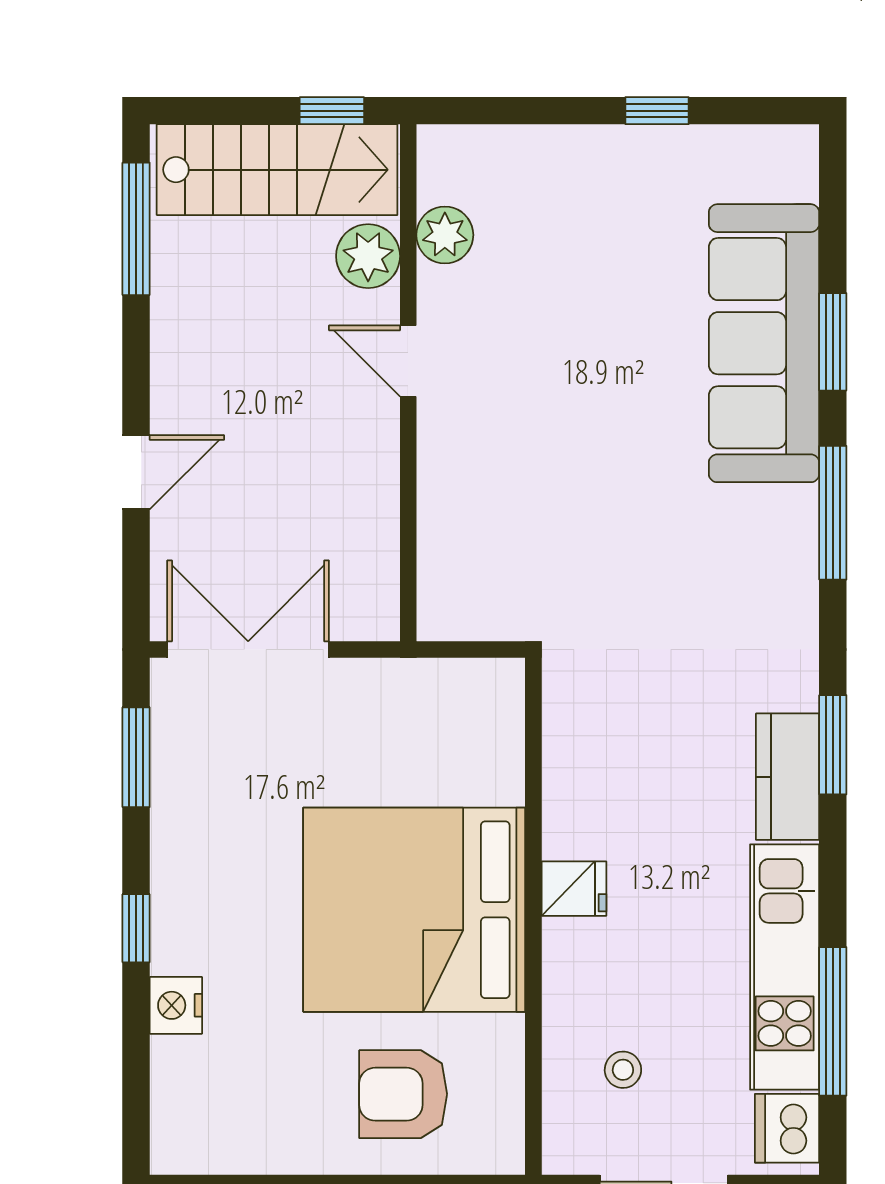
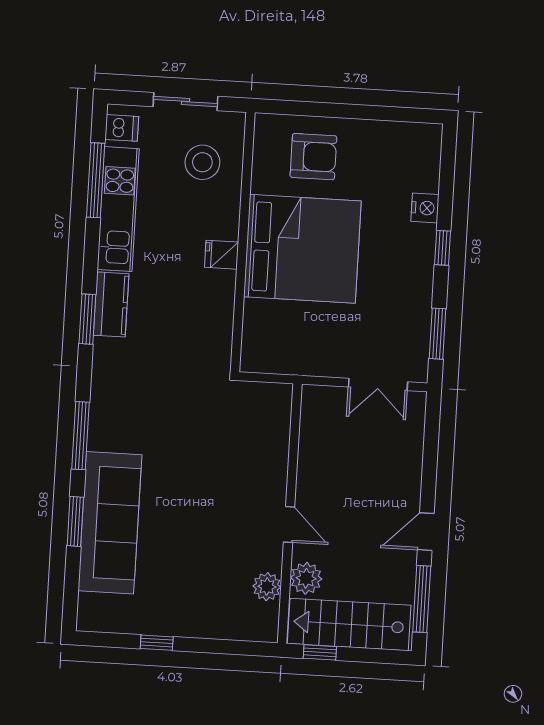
door: (136, 472) -> (426, 532), moved
double door: (248, 650) -> (378, 384), width x0.73
stool: (623, 1070) -> (202, 162), width x1.89, depth x1.89
dishwasher: (787, 1128) -> (122, 128), width x0.73

